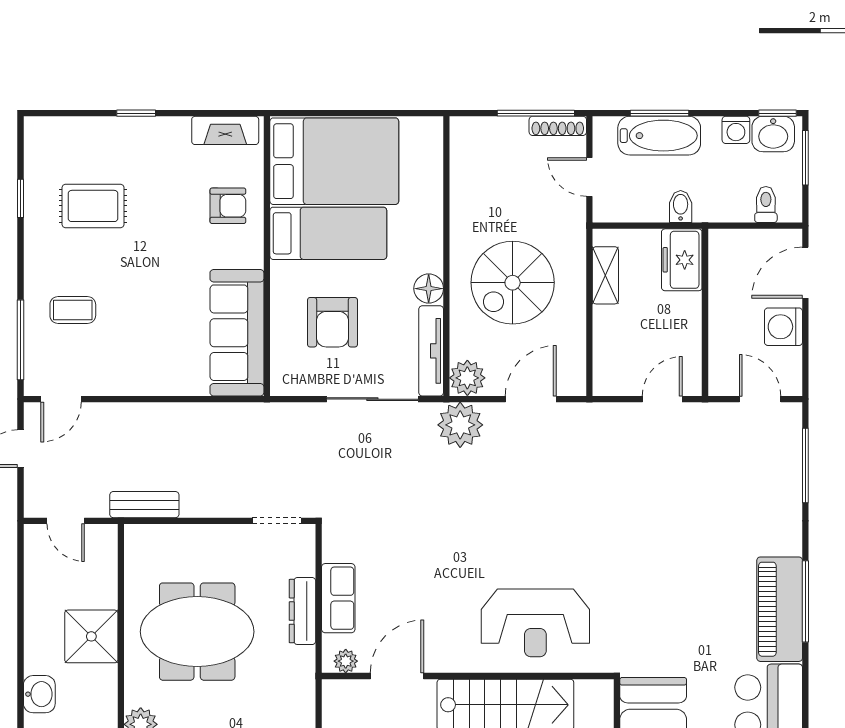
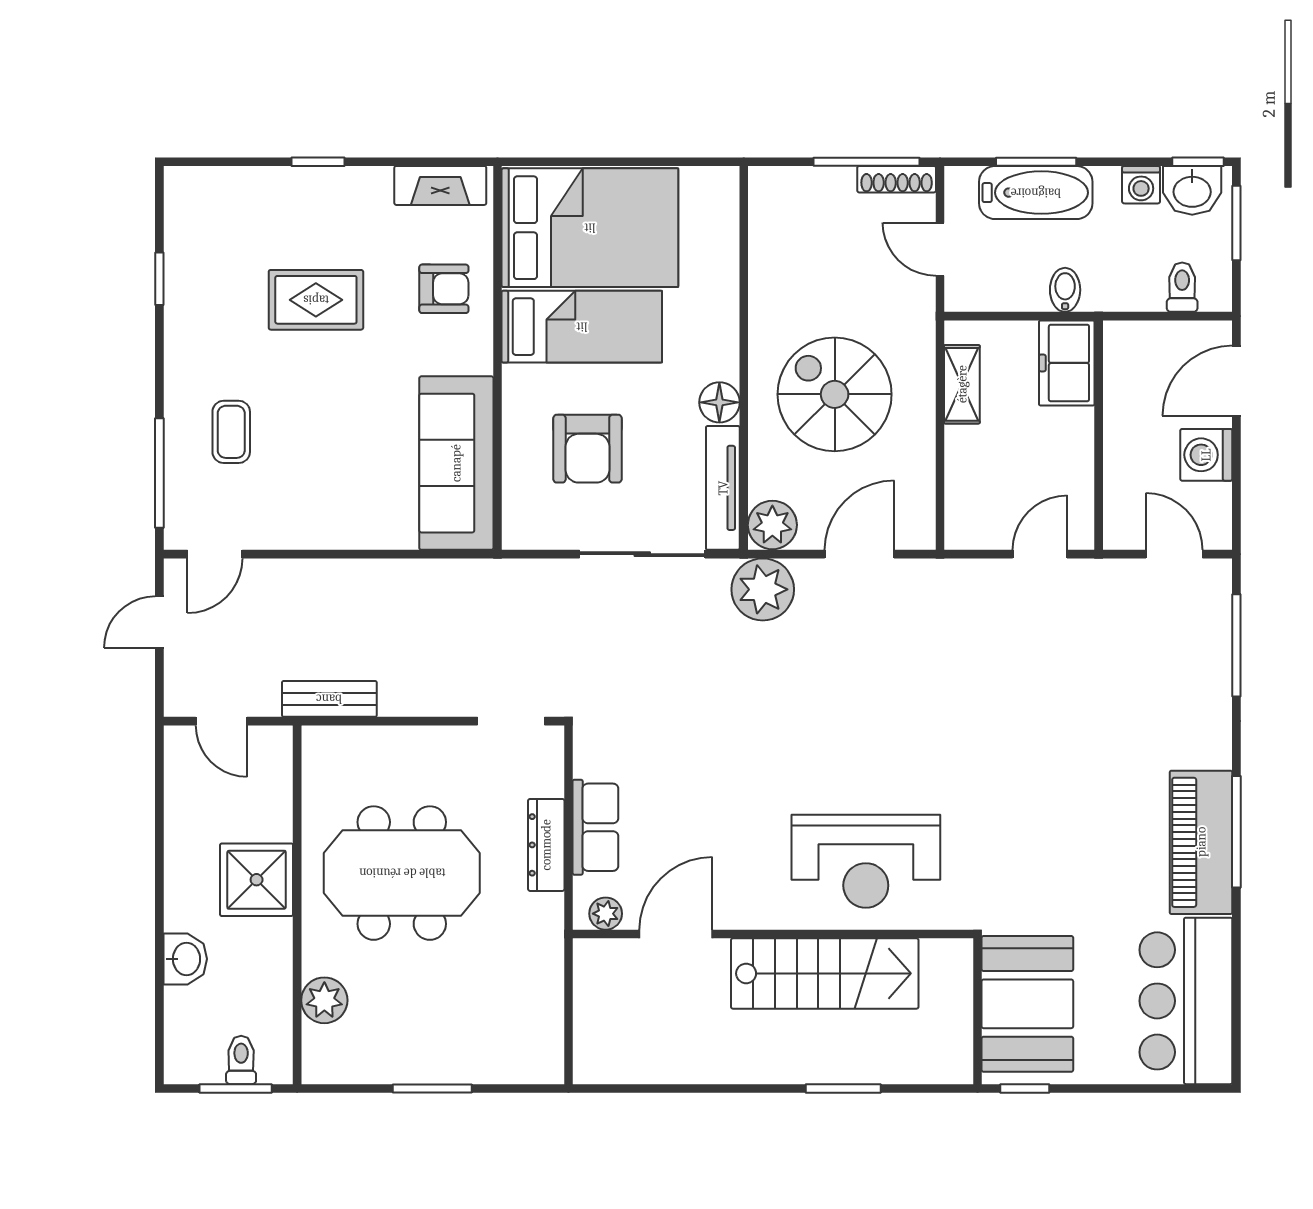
rug: (93, 206) -> (316, 300), moved
spiral stairs: (513, 283) -> (835, 394), turned 90
coffee table: (73, 310) -> (231, 432), turned 90

